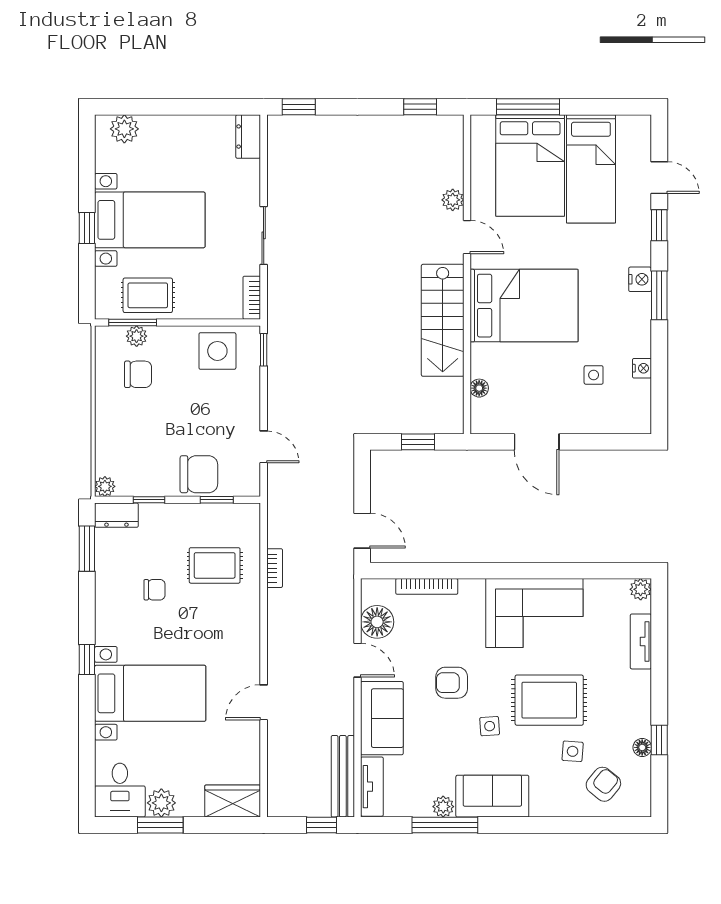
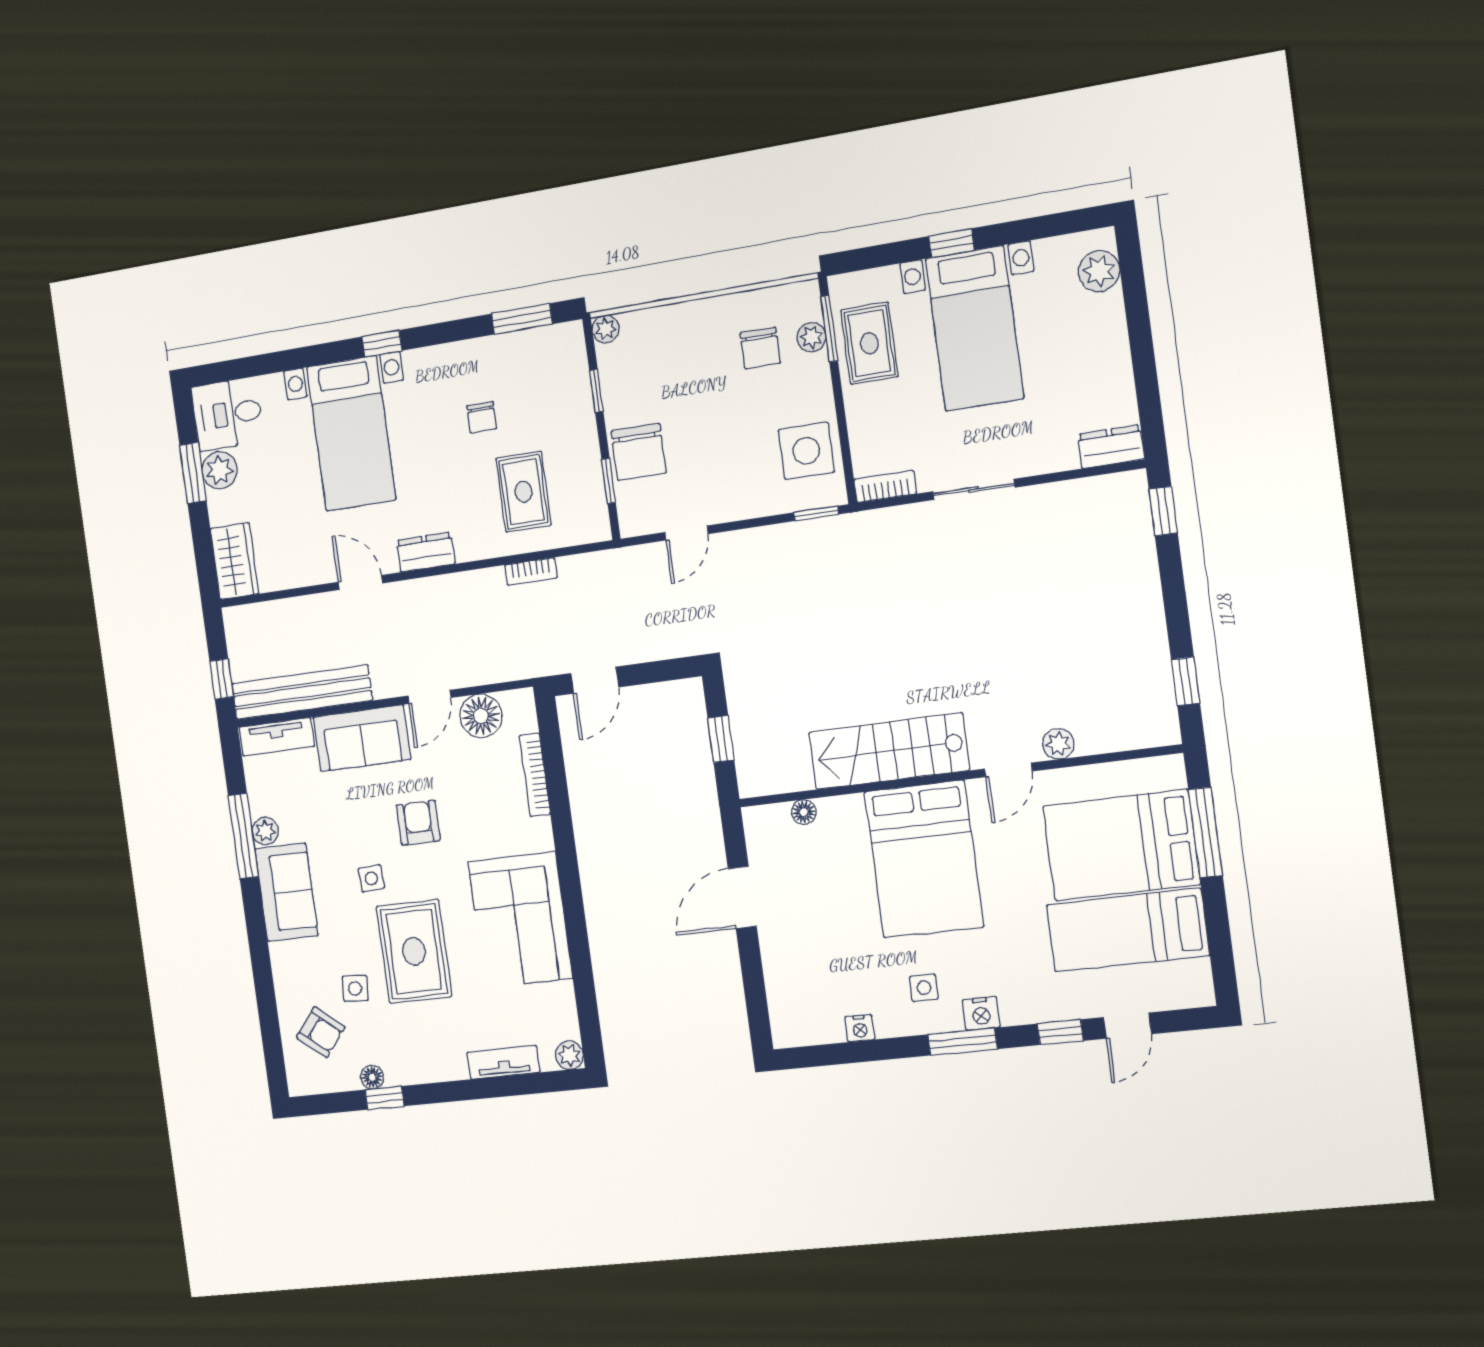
side table: (594, 375) -> (924, 988), moved
dresser: (116, 515) -> (426, 552), moved, turned 90
bench: (343, 776) -> (302, 692), width x1.37, depth x1.21

